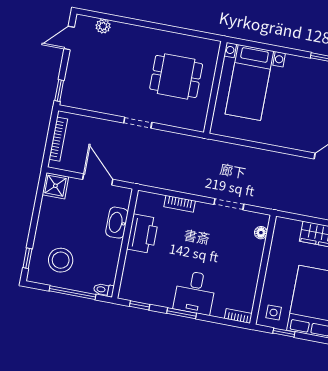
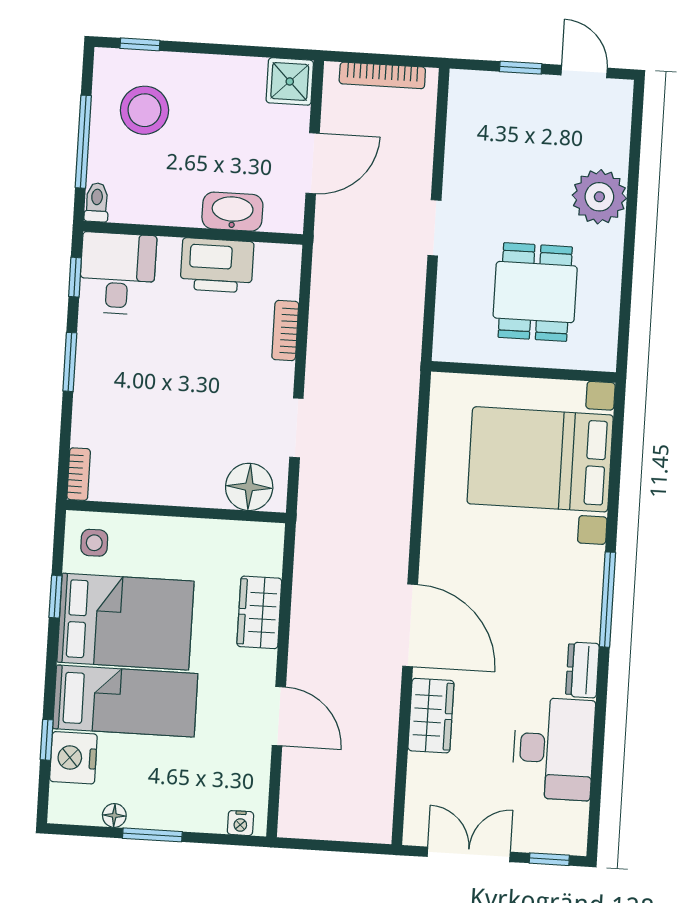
plant: (103, 26) -> (599, 197), moved, width x1.87, depth x1.87
bed with nightstands: (249, 83) -> (540, 459), width x1.36
window: (59, 91) -> (521, 68), moved
floor lamp: (261, 233) -> (249, 487), width x1.89, depth x1.89
desk: (195, 293) -> (118, 274), moved, turned 90
window: (284, 333) -> (55, 597), moved

